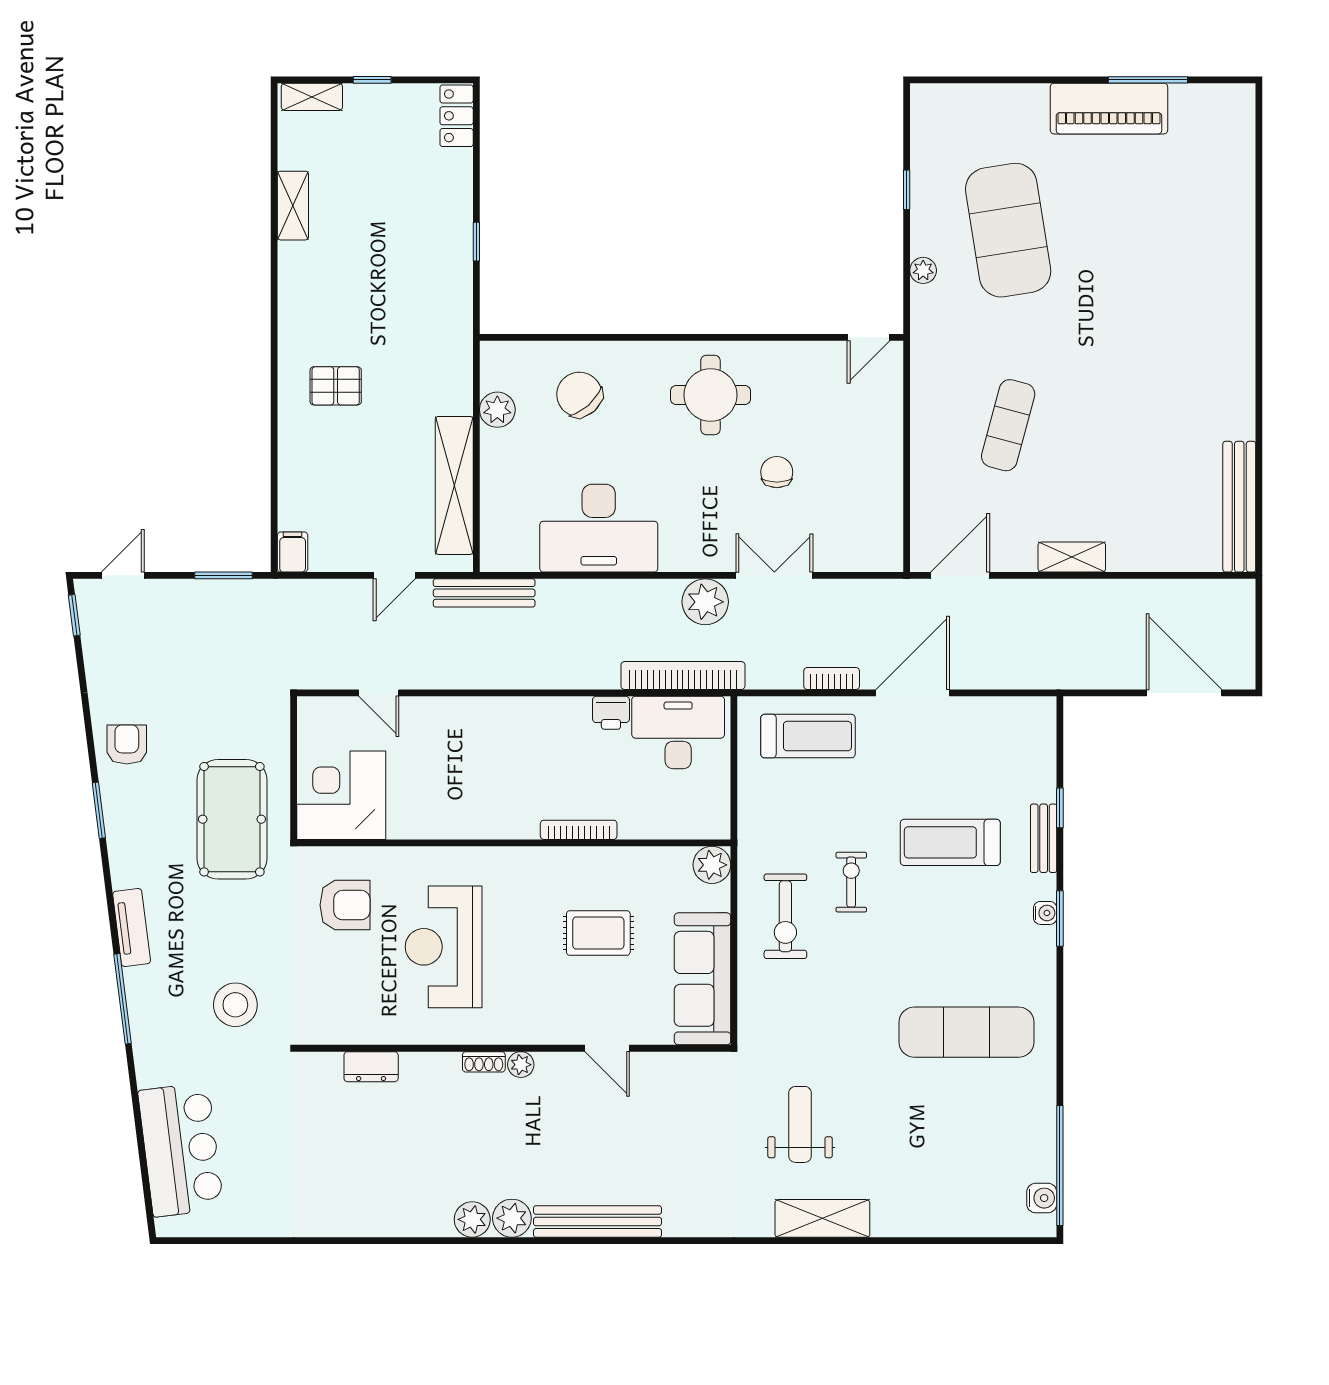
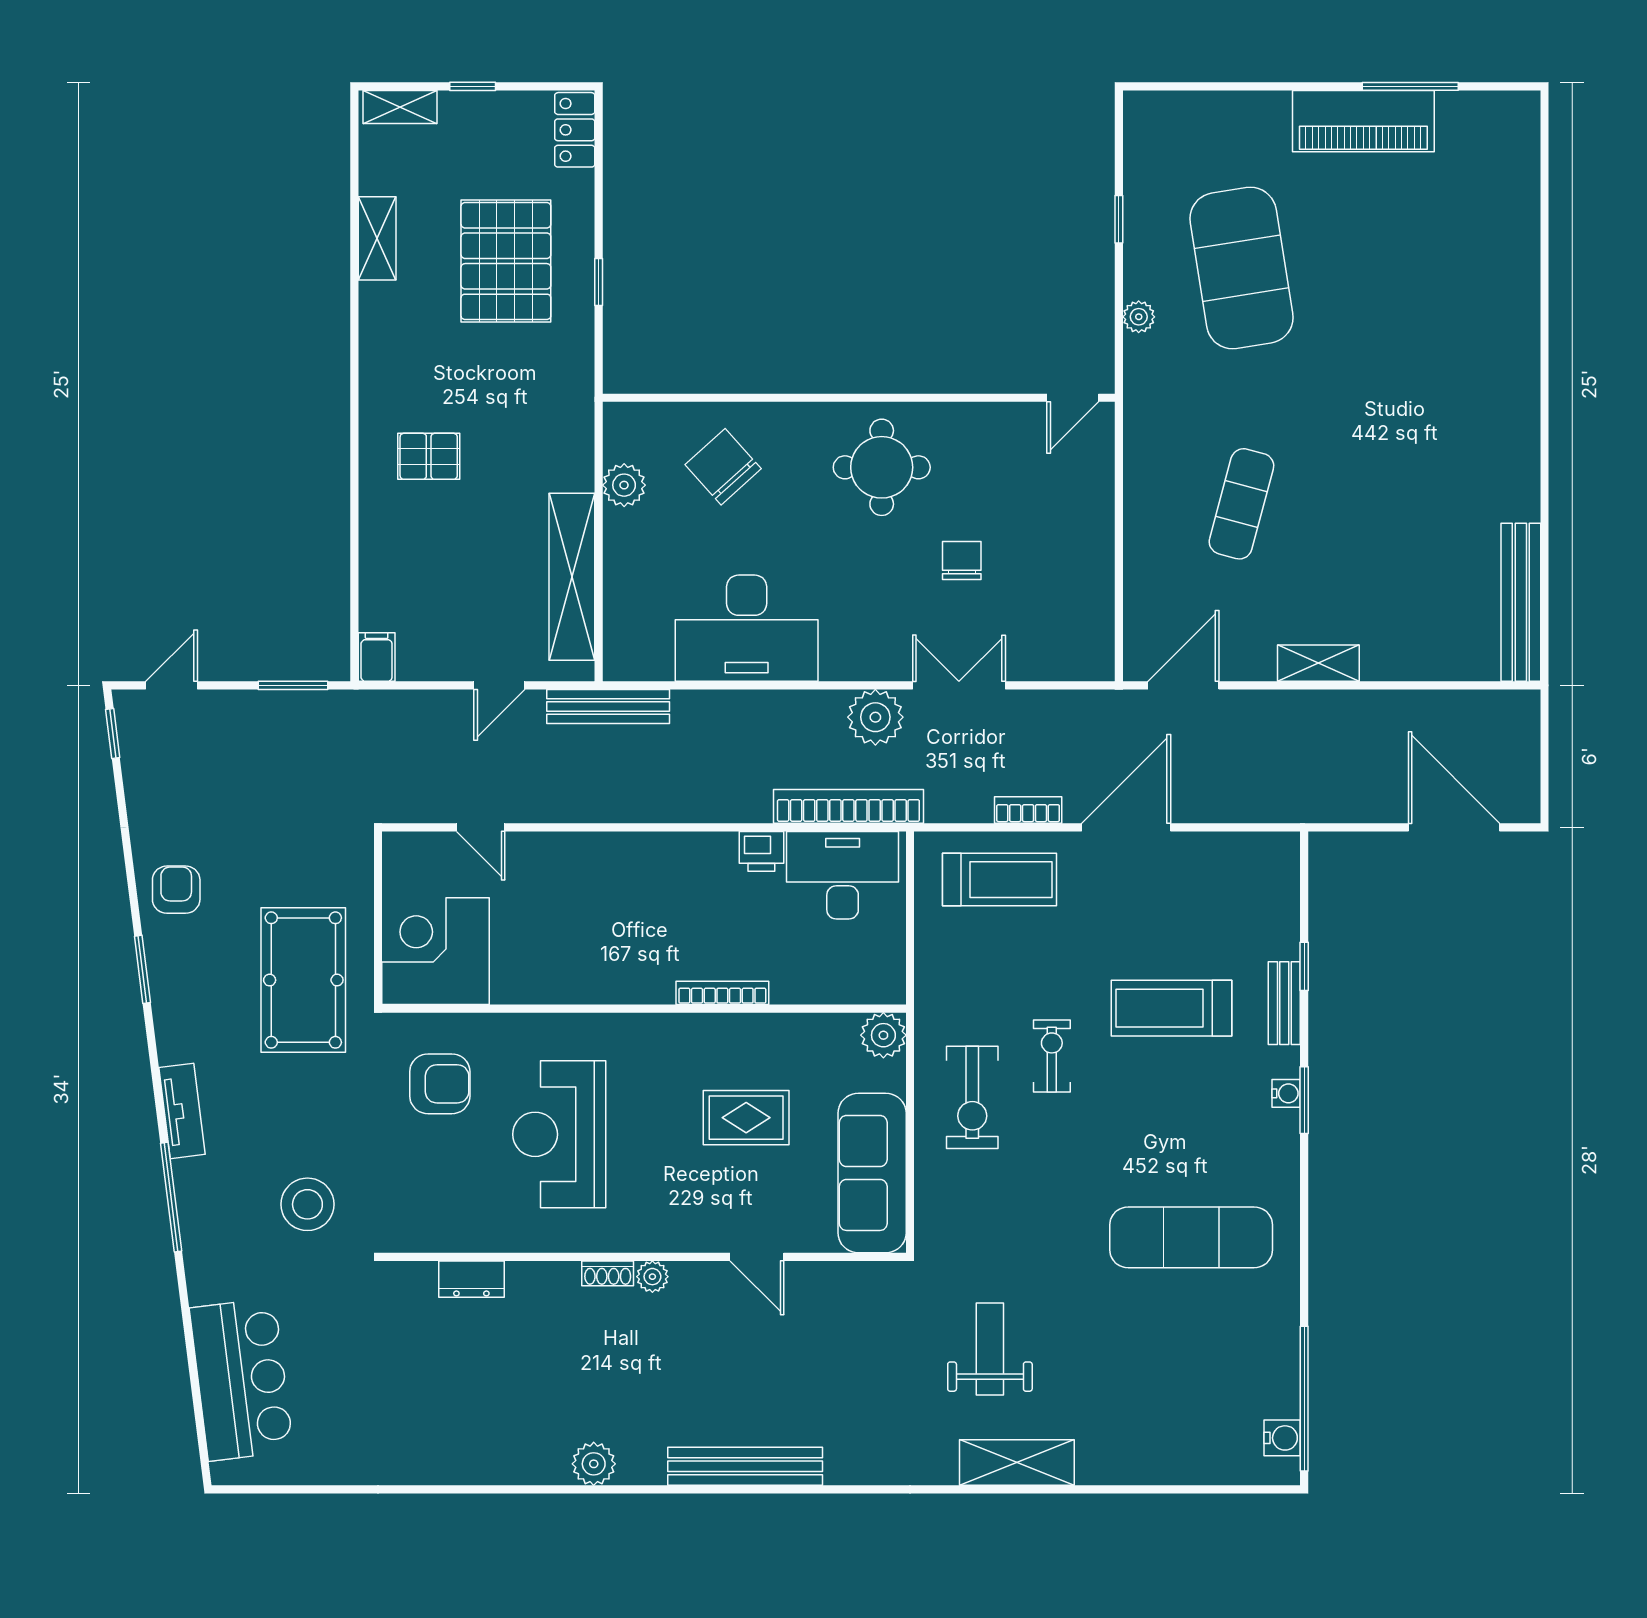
pallet: (400, 224) -> (506, 261), added
plant: (512, 1218) -> (642, 1462), removed

